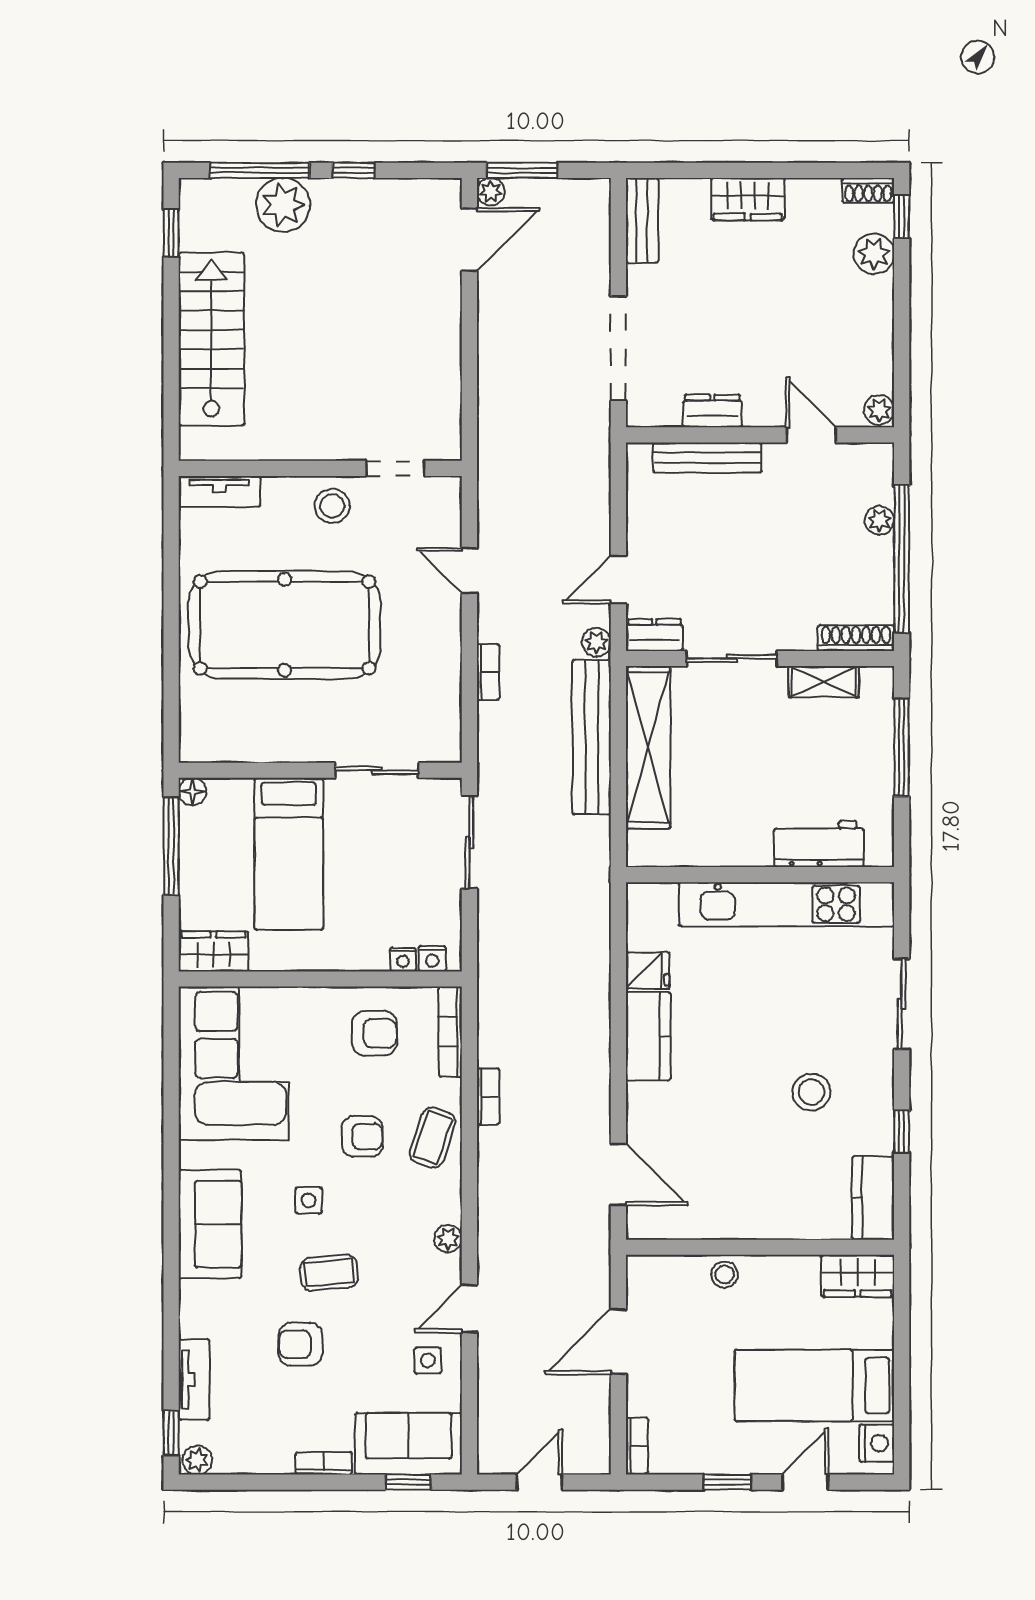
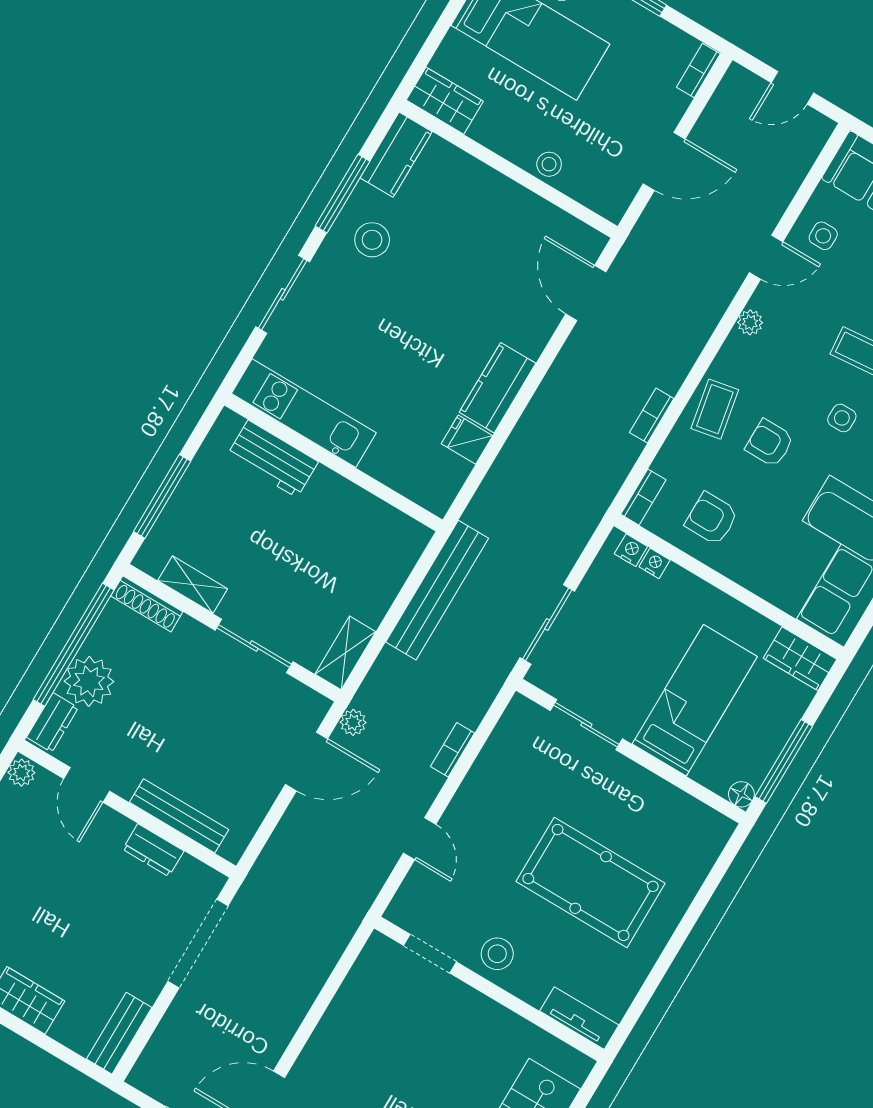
plant: (880, 520) -> (89, 681), width x1.87, depth x1.87
door: (618, 579) -> (306, 761), width x1.38
pool table: (285, 625) -> (591, 882), width x0.73, depth x0.76
dresser: (654, 635) -> (52, 722), moved, turned -90
bench: (592, 737) -> (437, 590), moved
shelving: (648, 747) -> (345, 653), width x0.45, depth x0.75
kitchen unit: (787, 904) -> (304, 413), width x0.73
bookcase: (450, 1032) -> (643, 497), width x0.64
stool: (811, 1092) -> (372, 240), moved
window: (902, 1132) -> (343, 194), width x2.17
coffee table: (433, 1138) -> (715, 409), turned -30

